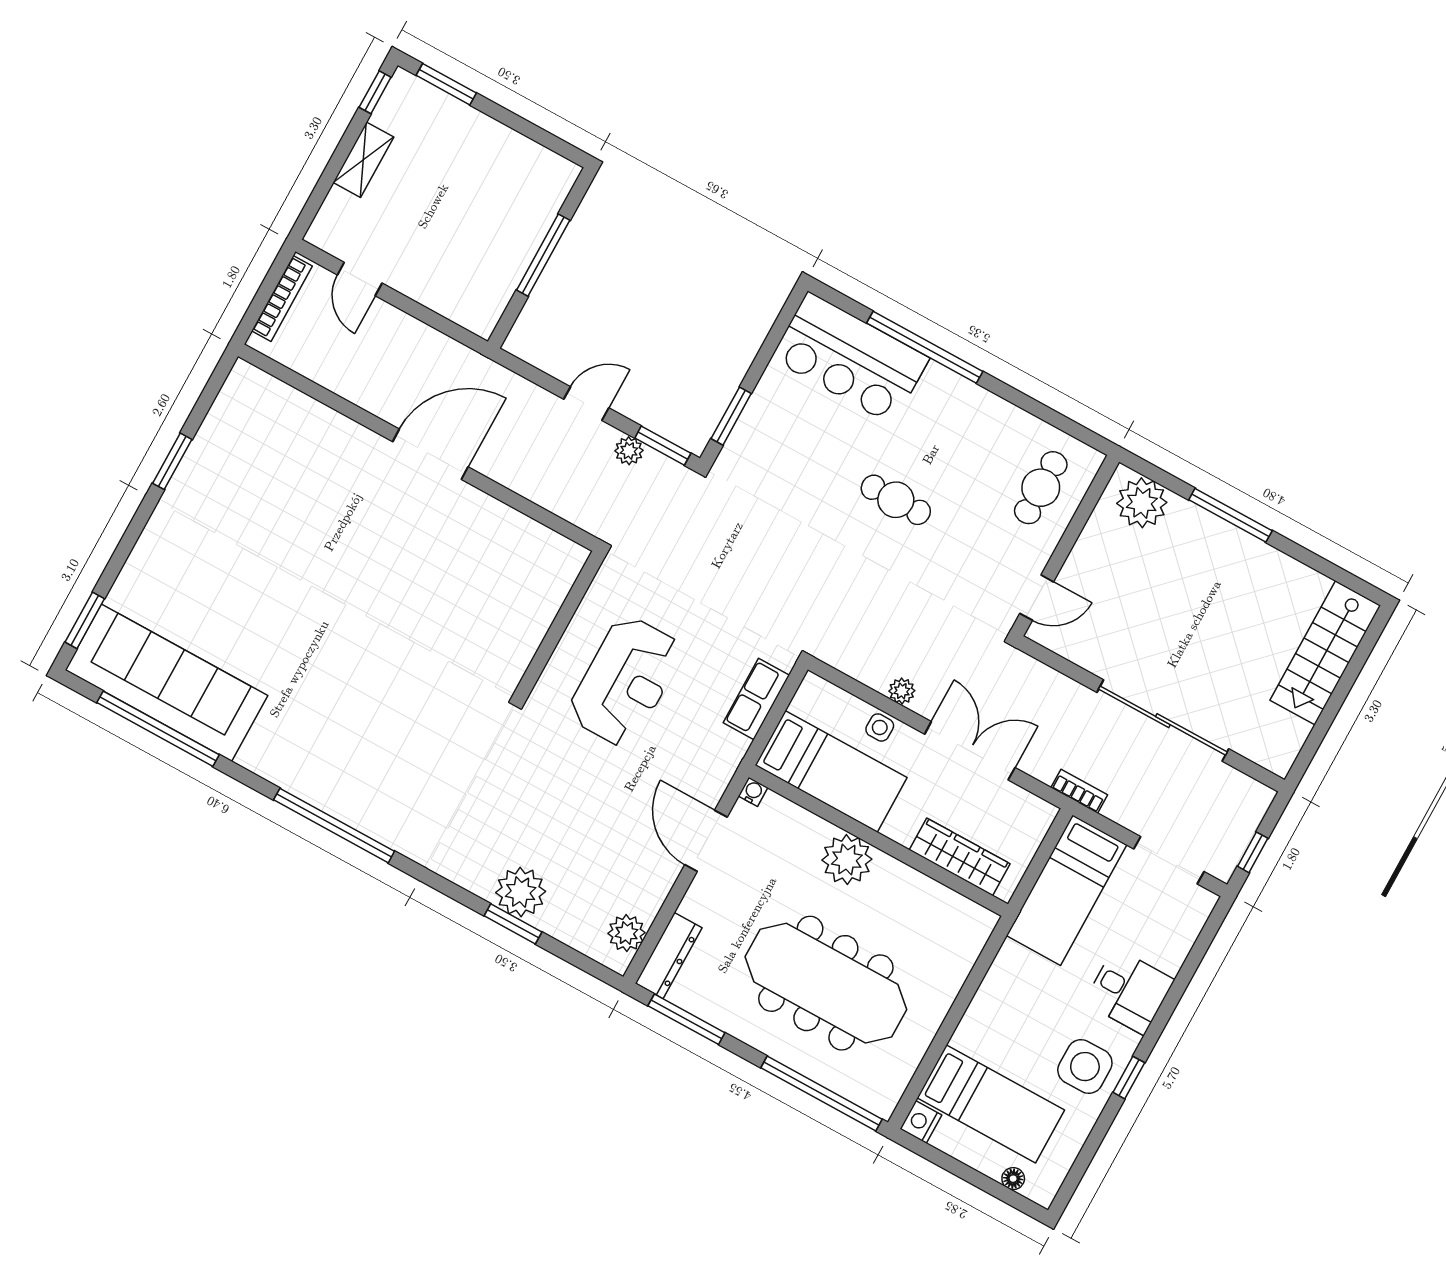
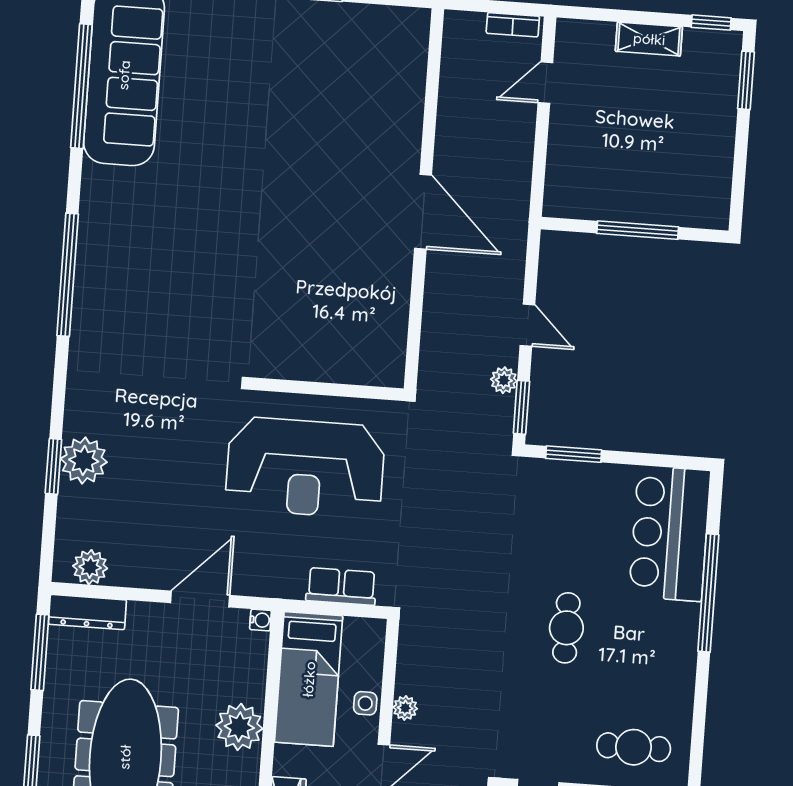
bookcase: (282, 298) -> (513, 25), width x0.64
reception desk: (625, 681) -> (305, 468), width x1.36, depth x1.30

